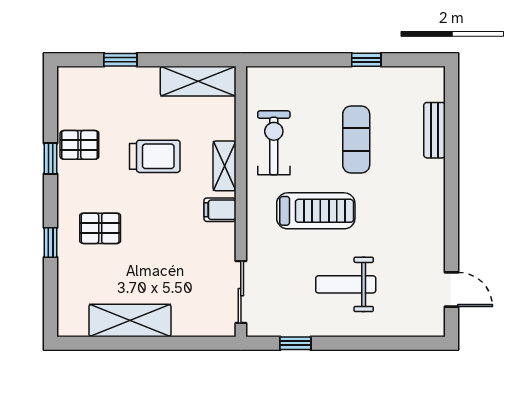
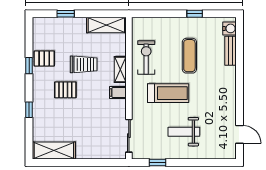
water cooler: (433, 88) -> (230, 28), added
pallet: (100, 228) -> (65, 90), moved
shelving: (130, 320) -> (54, 151), moved

